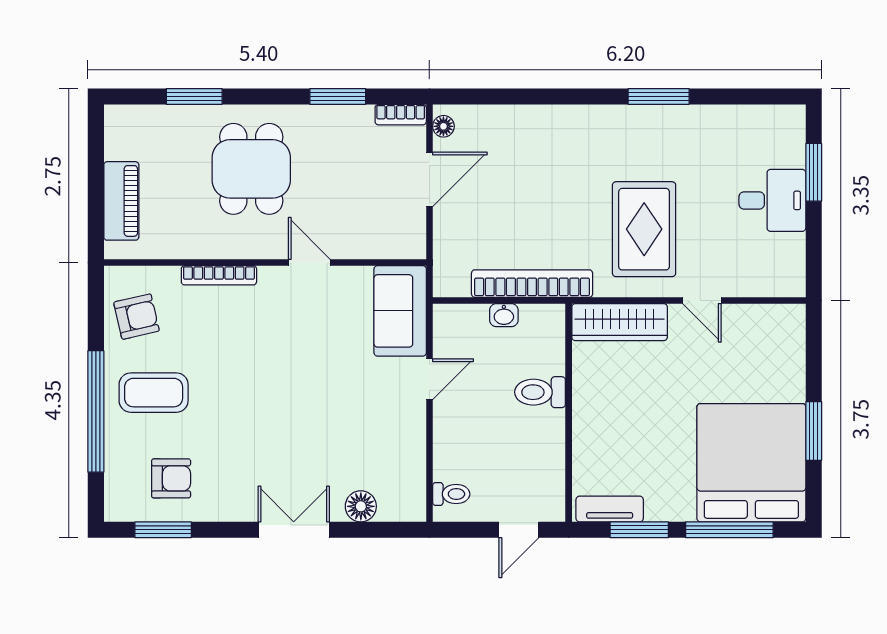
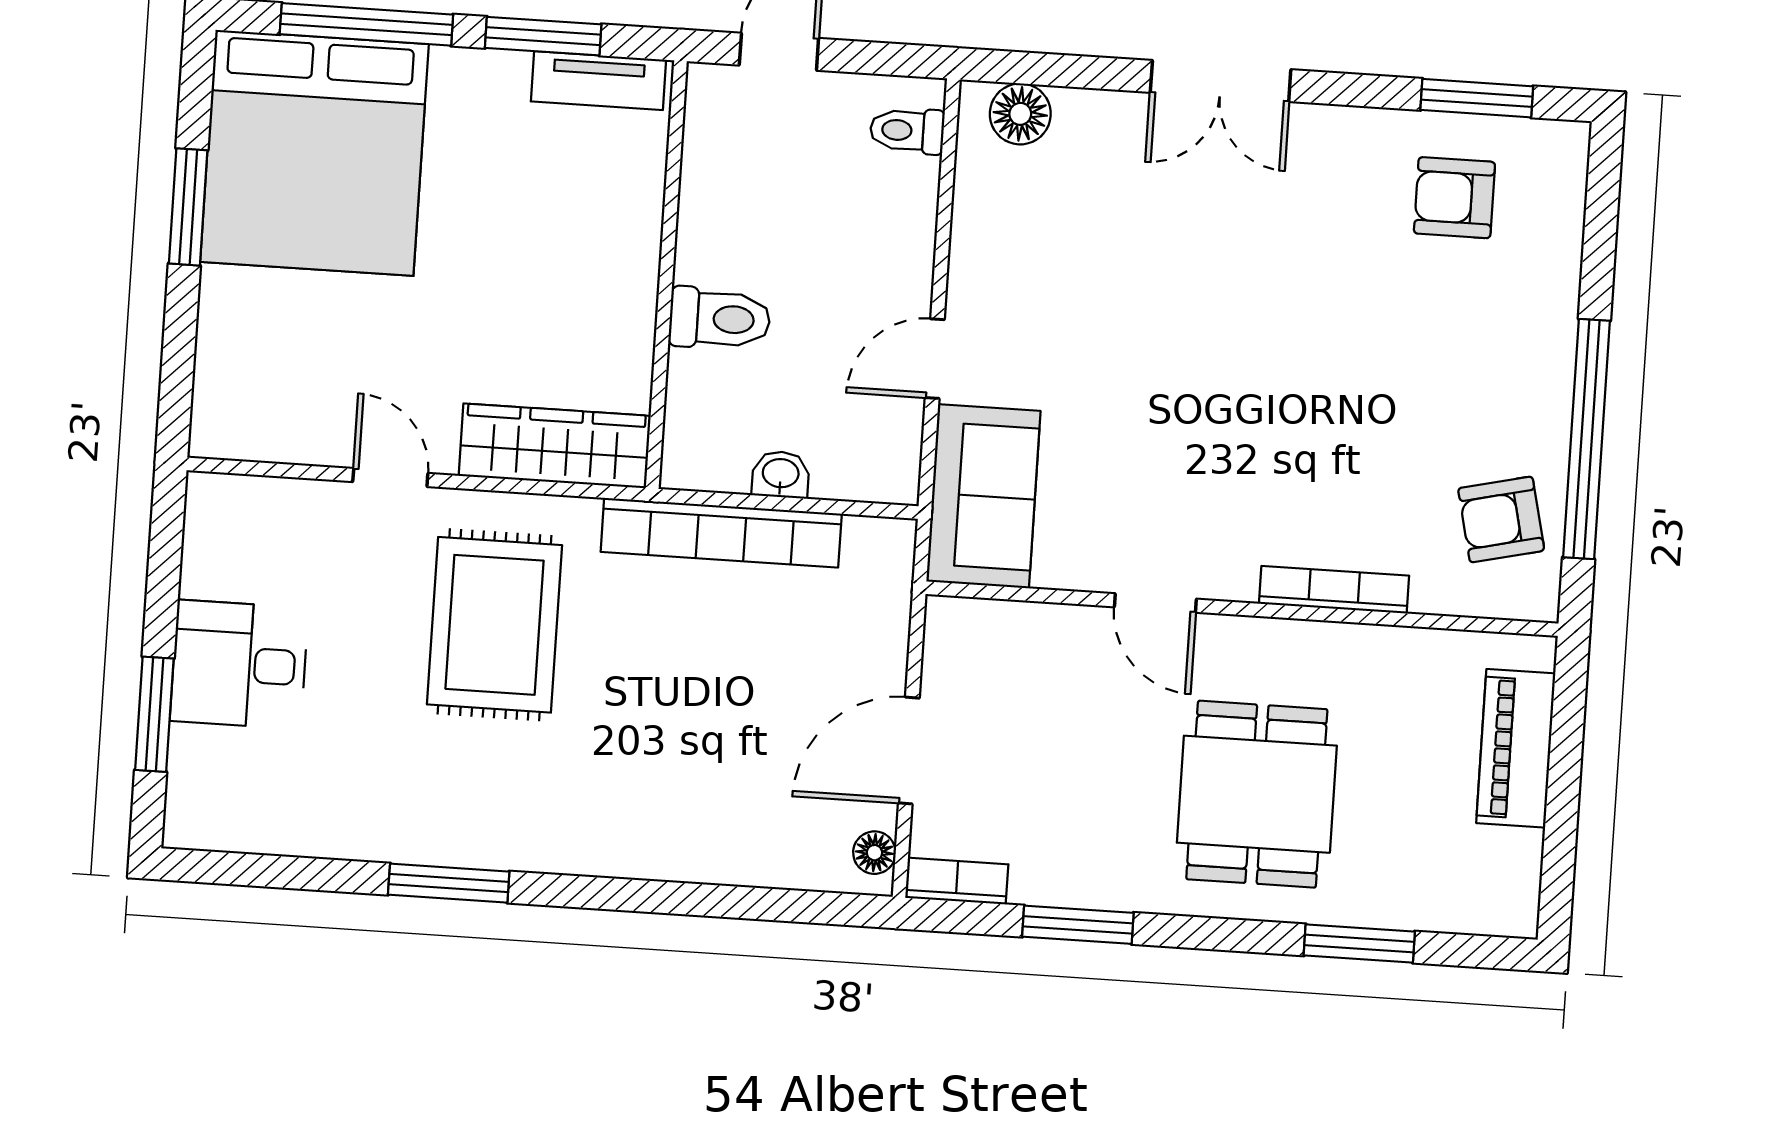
coffee table: (154, 393) -> (1478, 368), removed
window: (96, 411) -> (1587, 439), moved
floor lamp: (361, 506) -> (1020, 114), moved

